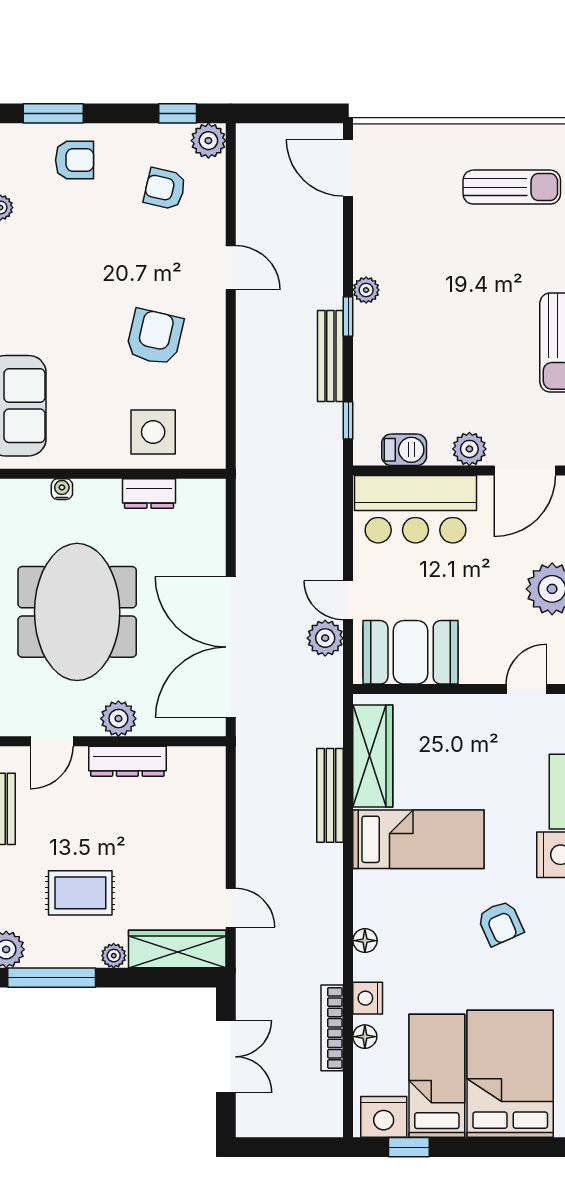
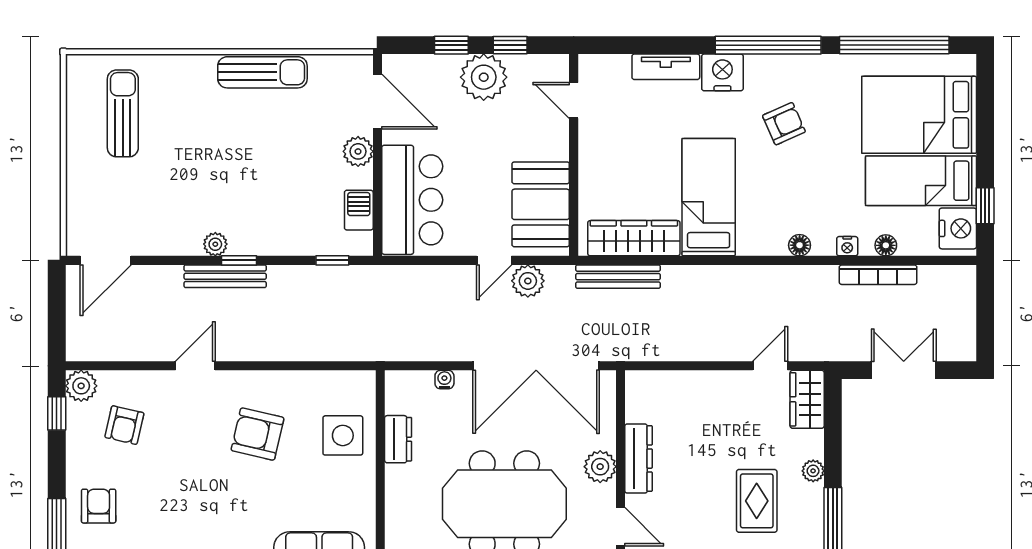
bench: (330, 356) -> (225, 276), moved
water cooler: (62, 489) -> (444, 380), moved, turned 90
bench: (330, 795) -> (618, 277), moved
wardrobe: (177, 949) -> (807, 399), width x0.67
nightstand: (368, 998) -> (847, 246), width x0.72, depth x0.74

